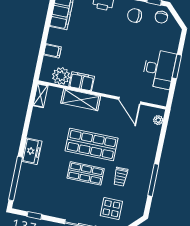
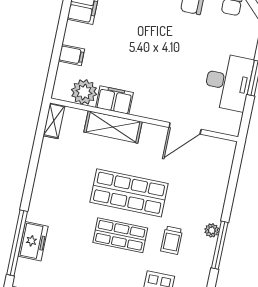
door: (130, 101) -> (185, 128), hinge flipped
plant: (158, 120) -> (212, 230), moved
freezer: (32, 151) -> (33, 241), moved

